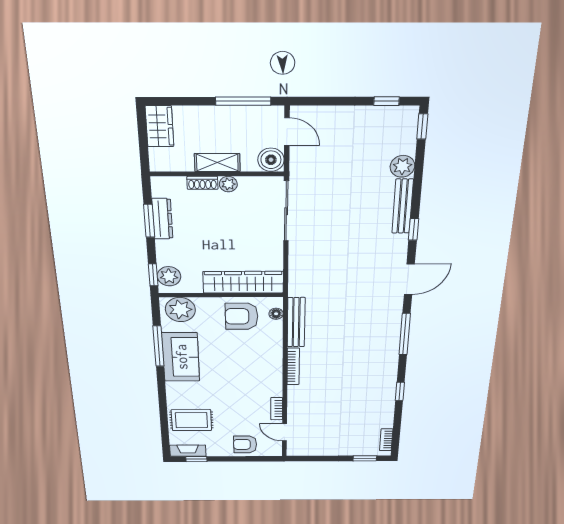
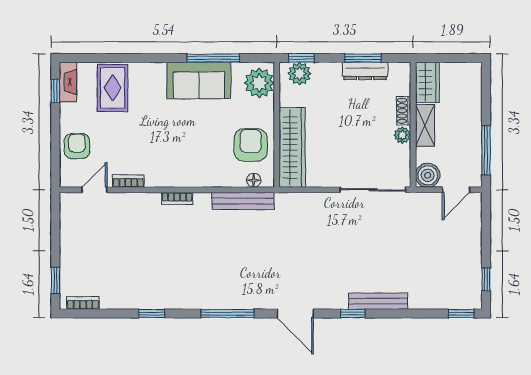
wardrobe: (160, 126) -> (427, 82), moved, turned -90
plant: (402, 166) -> (421, 298), removed
bookcase: (293, 366) -> (177, 199), width x0.64

